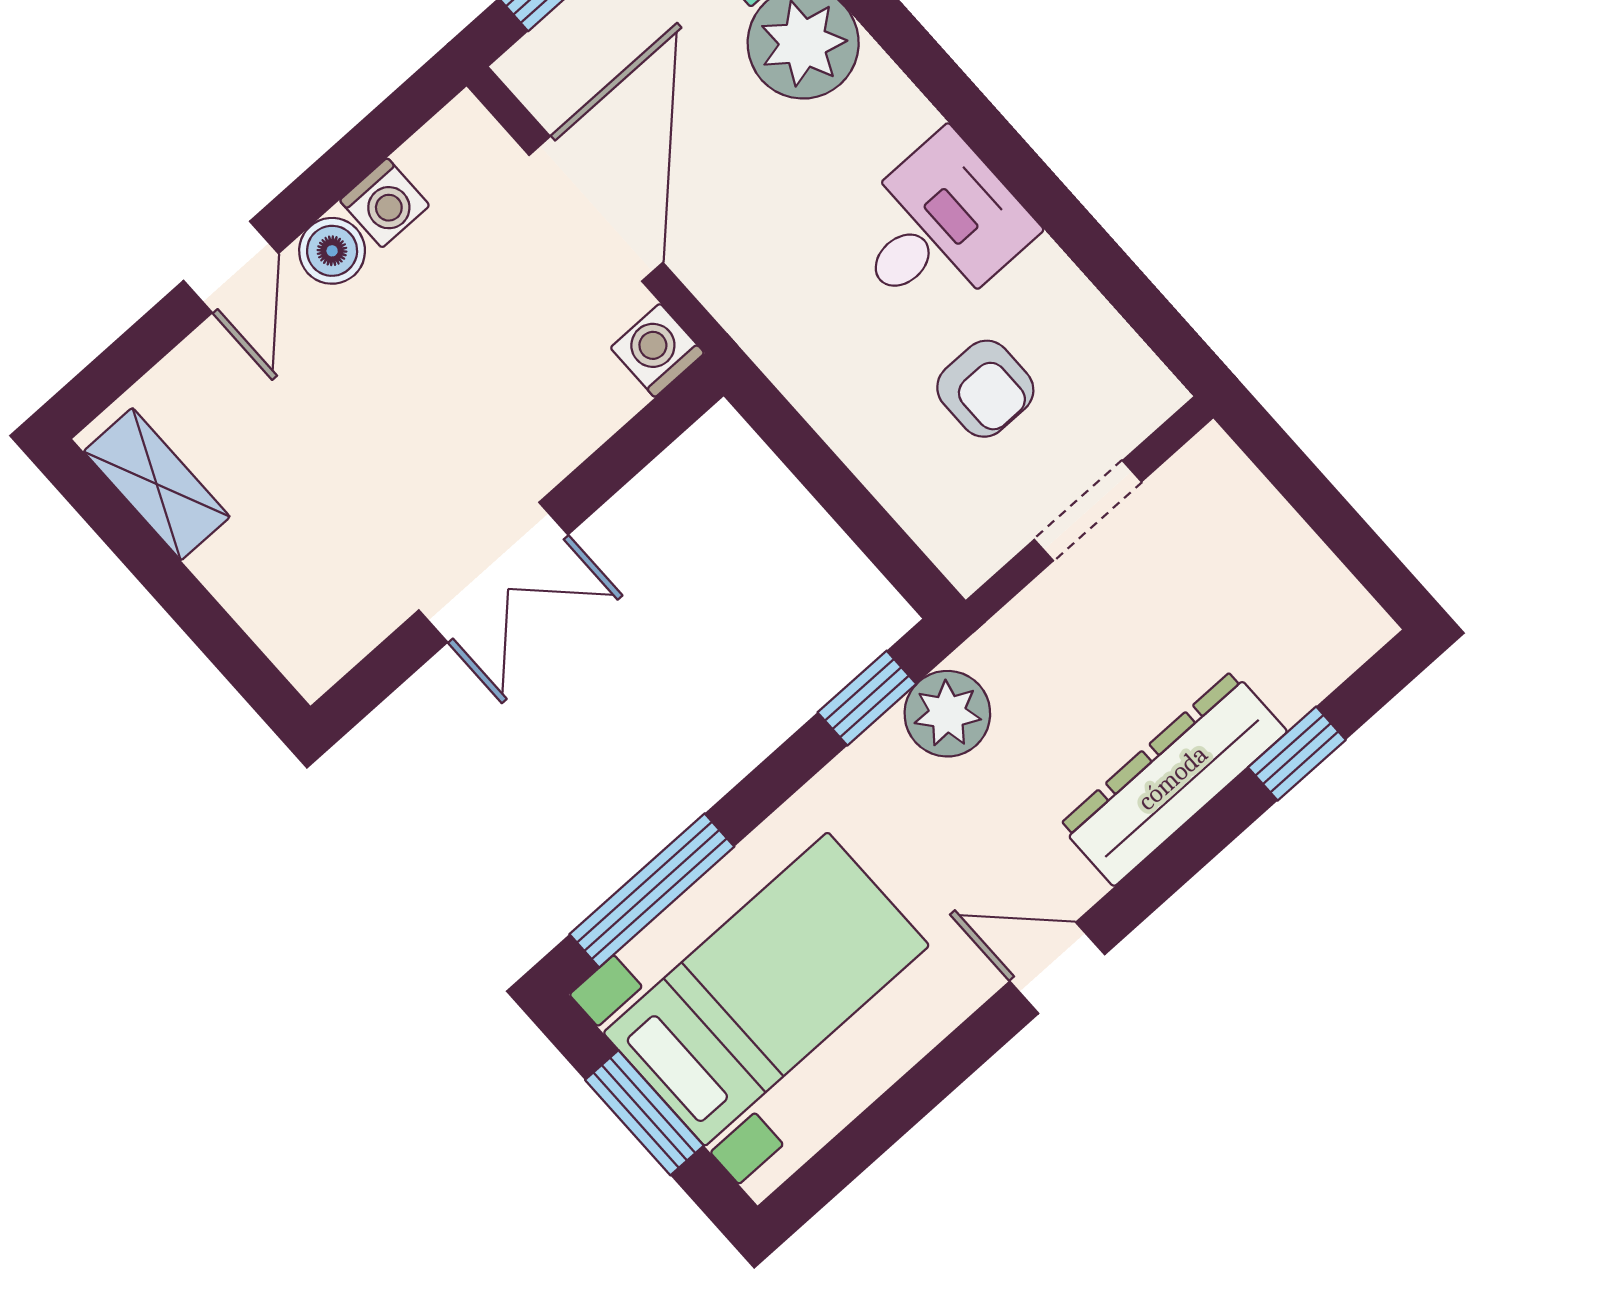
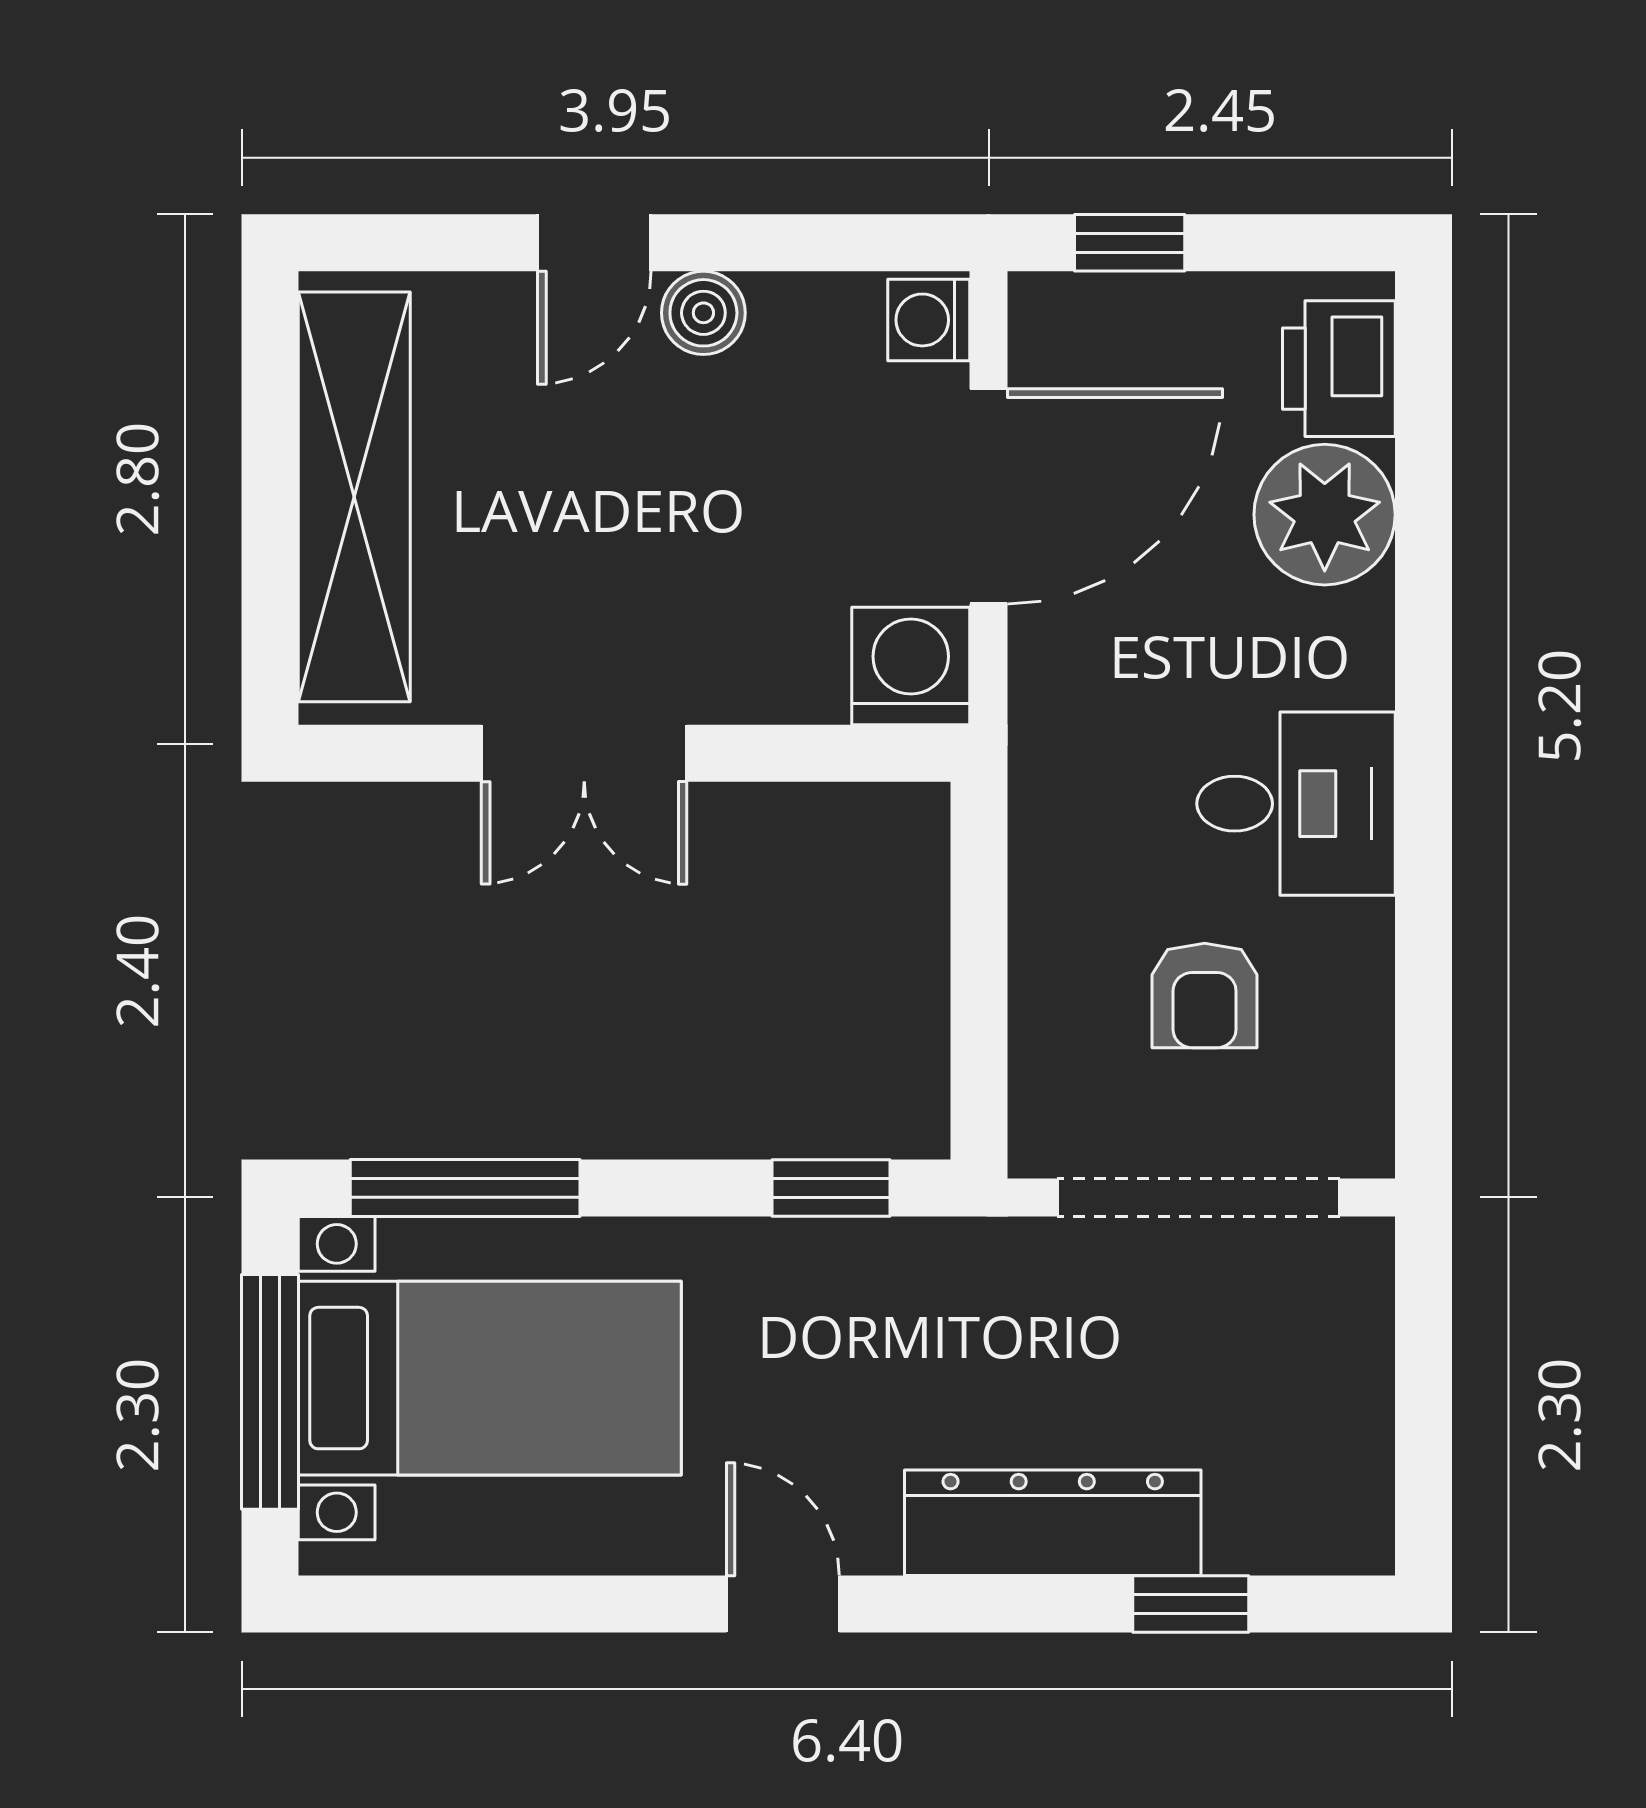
washing machine: (385, 203) -> (929, 320), moved, turned 90
washing machine: (657, 350) -> (911, 666), width x1.38, depth x1.38
shelving: (157, 484) -> (354, 497), width x2.20, depth x1.33
doorway: (1088, 511) -> (1198, 1197), width x1.87
plant: (947, 714) -> (894, 1271), removed
window: (644, 1113) -> (270, 1392), width x1.44

